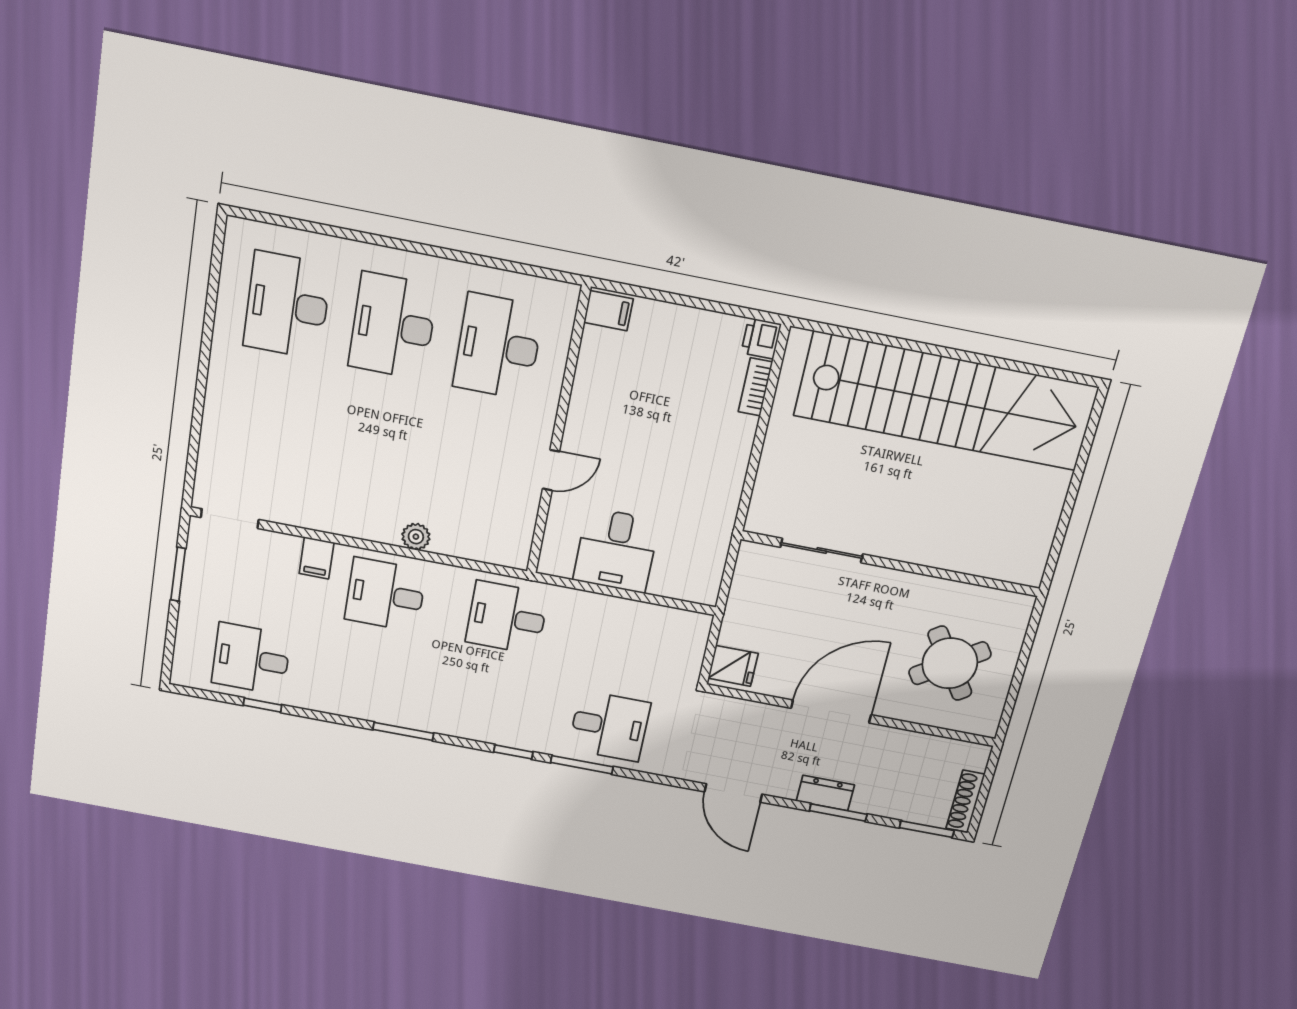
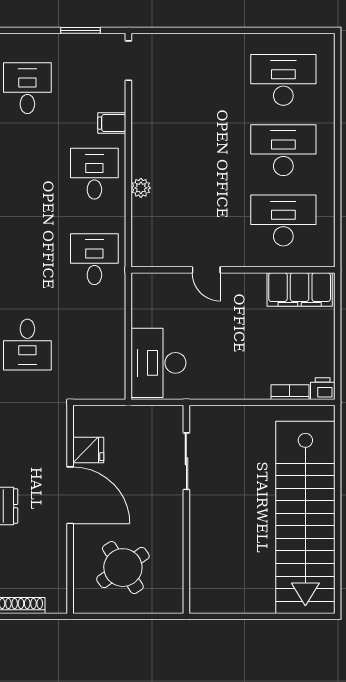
filing cabinet: (609, 311) -> (300, 290), width x3.00, depth x1.17
desk: (616, 550) -> (158, 363), moved, width x1.37
fridge: (733, 666) -> (88, 450), moved, turned -90

